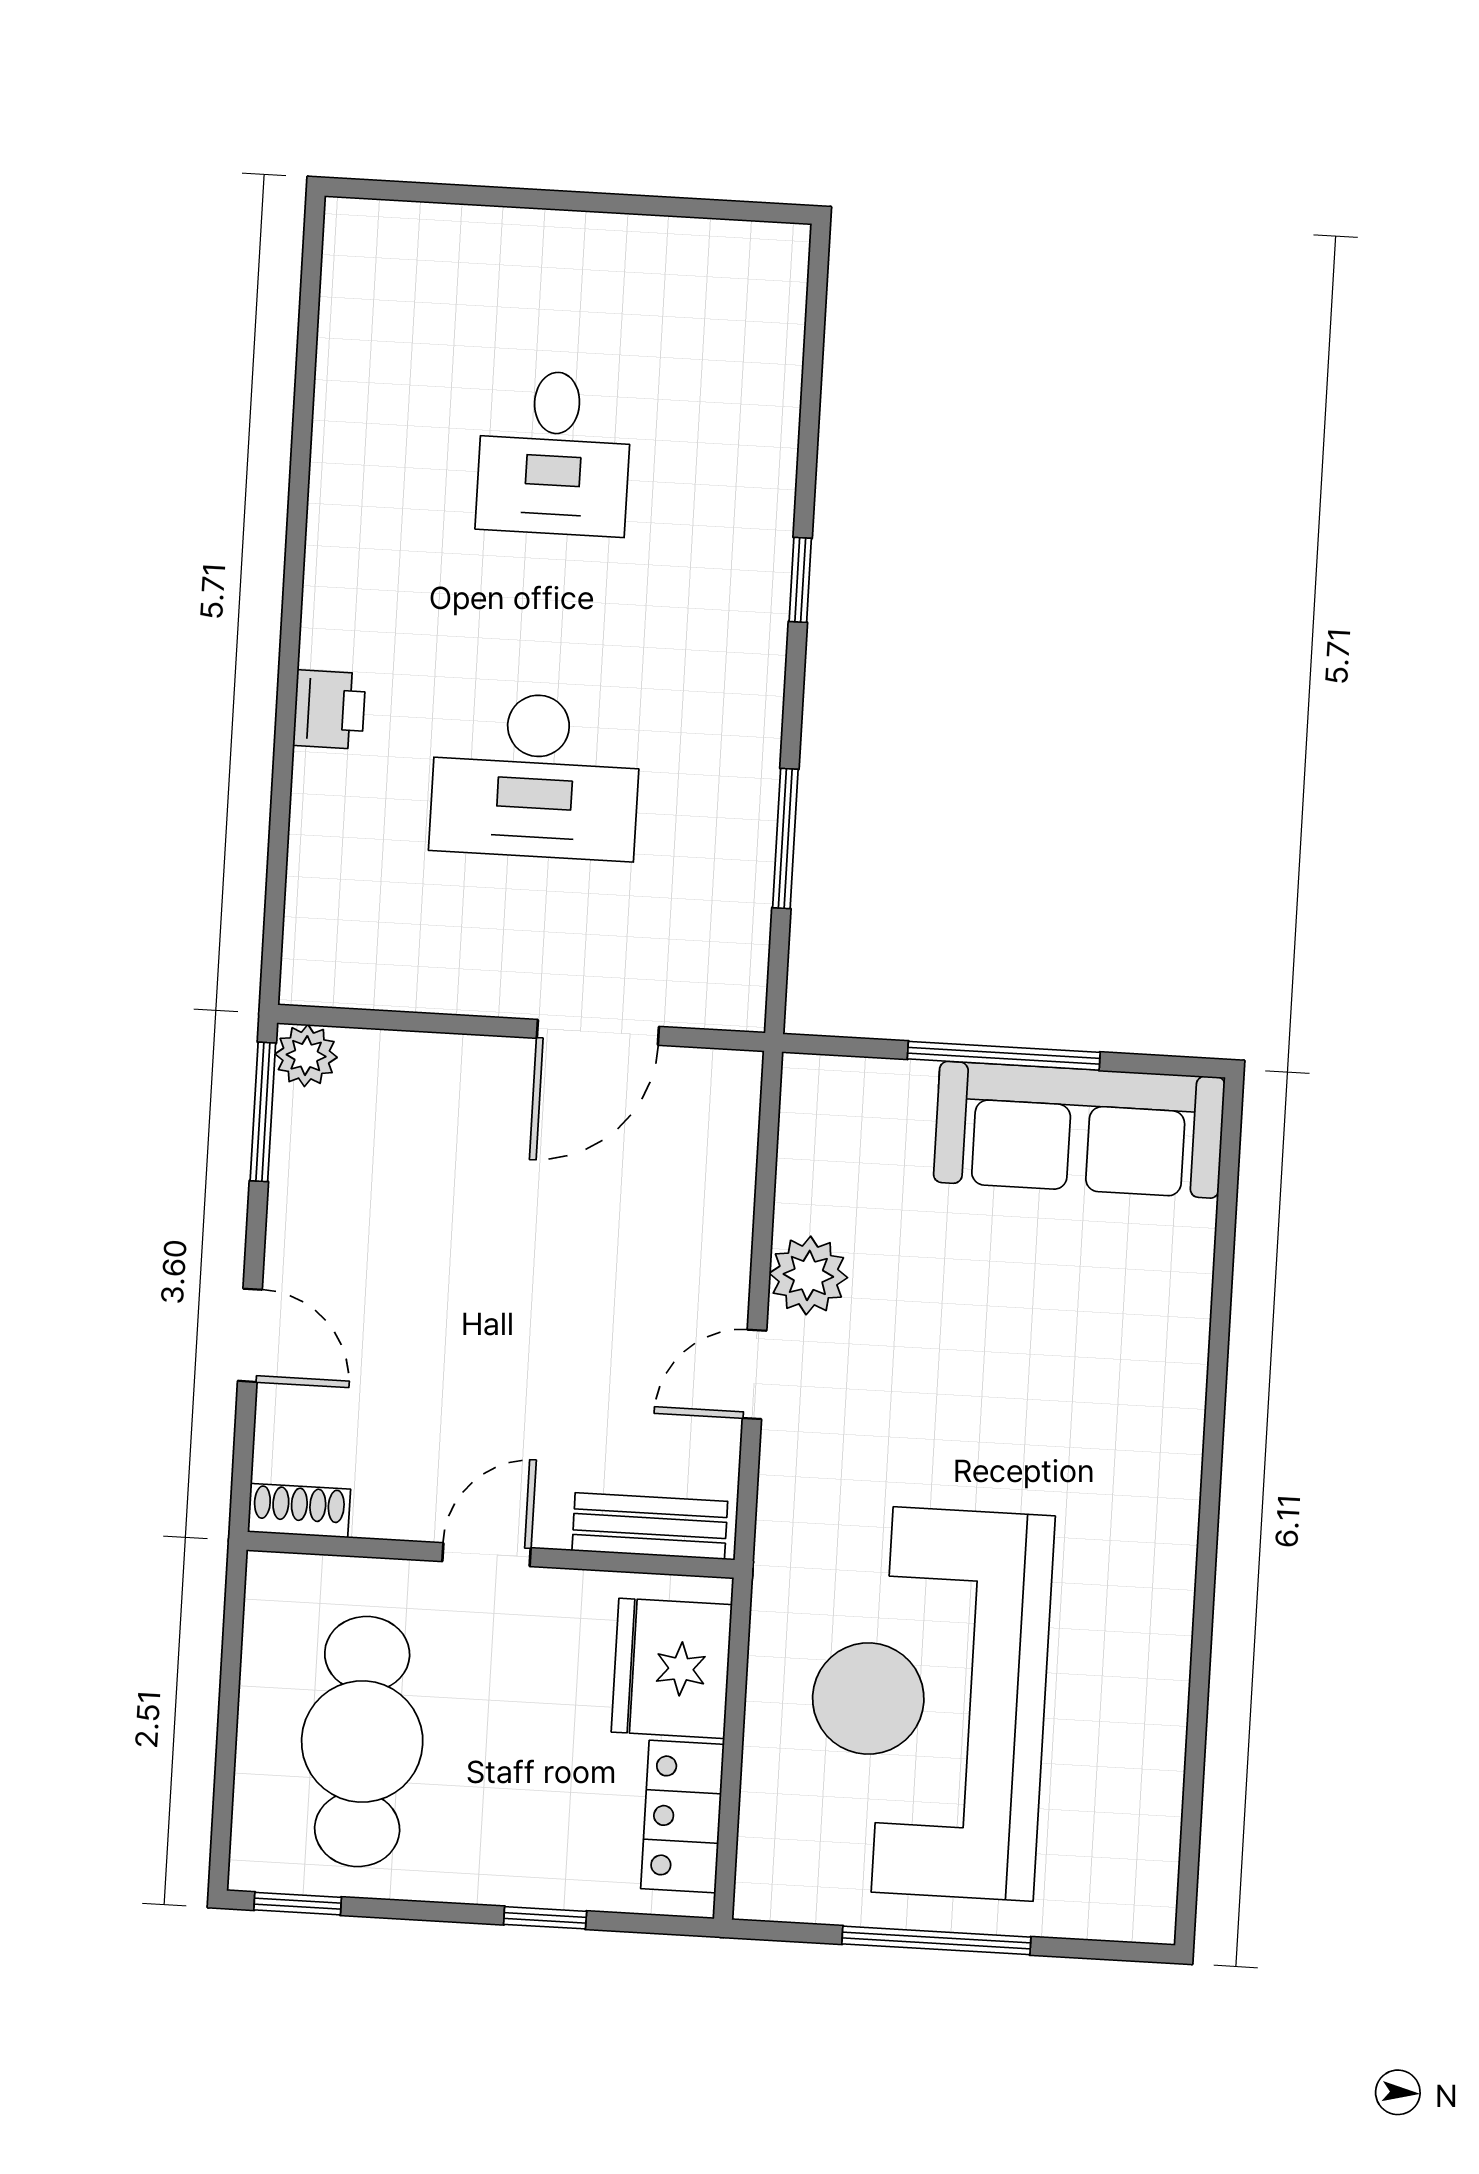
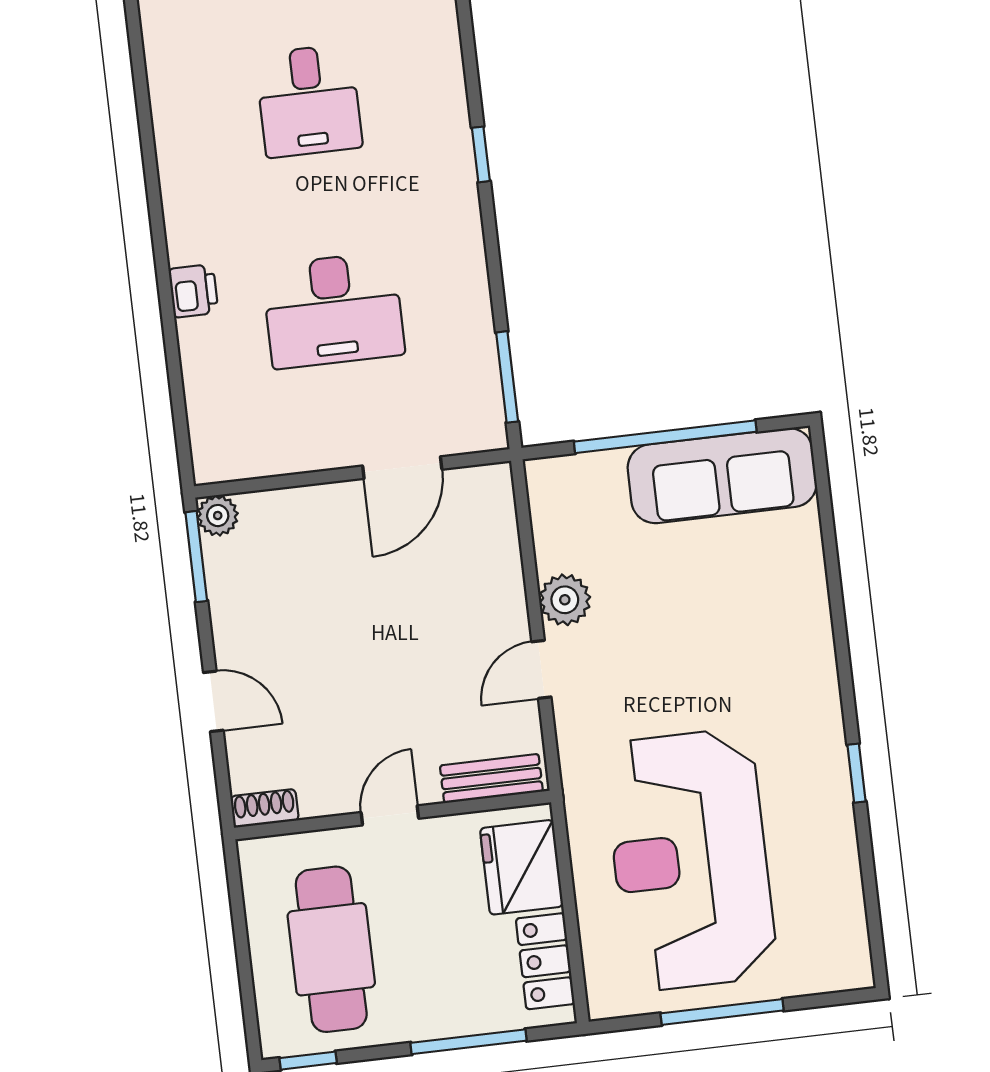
window: (785, 839) -> (507, 377), moved
window: (1004, 1056) -> (665, 437), width x1.46
window: (1203, 1615) -> (857, 773), added
window: (545, 1918) -> (469, 1042), width x2.17

